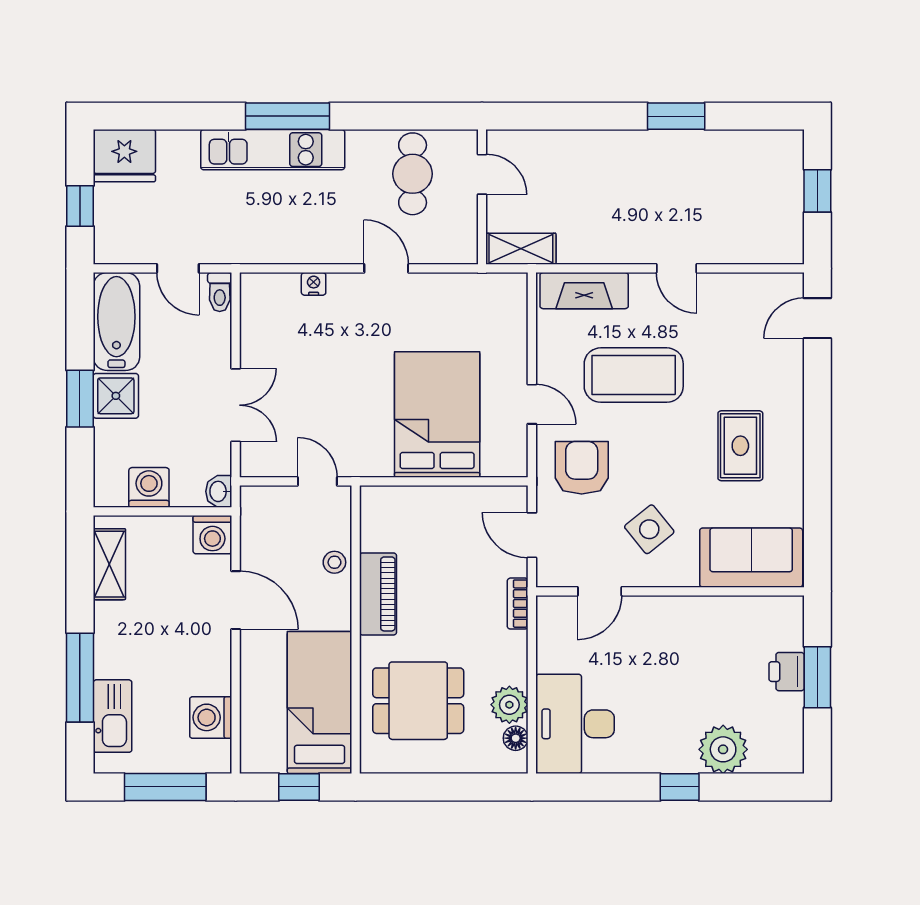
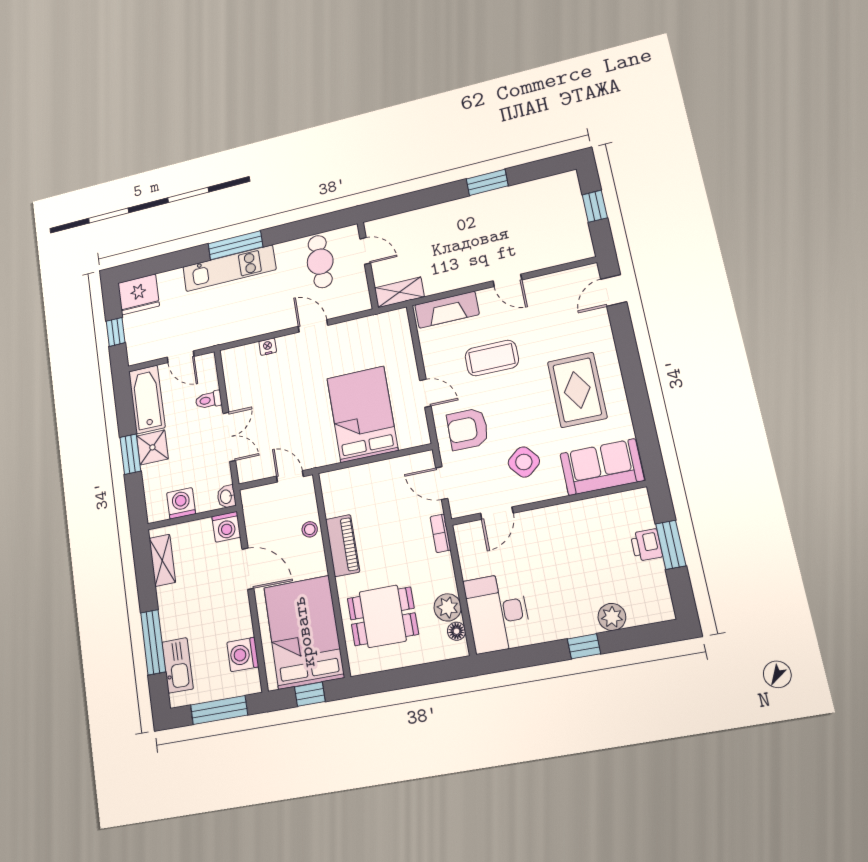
toilet: (220, 292) -> (209, 400), moved, turned 90
coffee table: (634, 375) -> (492, 358), width x0.73, depth x0.76
rug: (740, 446) -> (577, 390), width x1.36, depth x1.43
armchair: (582, 468) -> (468, 429), turned -90
bed: (320, 702) -> (304, 632), width x1.50
plant: (723, 749) -> (612, 617), width x0.73, depth x0.73

